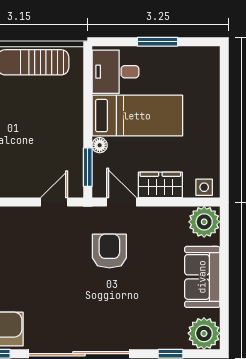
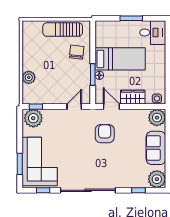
desk: (115, 72) -> (153, 33), moved, turned 180
chair: (58, 103) -> (77, 52), added
window: (88, 167) -> (93, 75), moved

